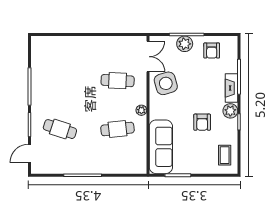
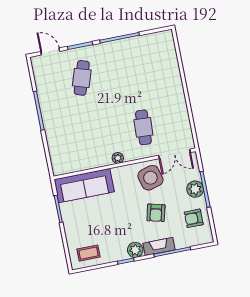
armchair: (202, 122) -> (156, 213), moved, turned -76
cafe table: (118, 129) -> (94, 137), removed

